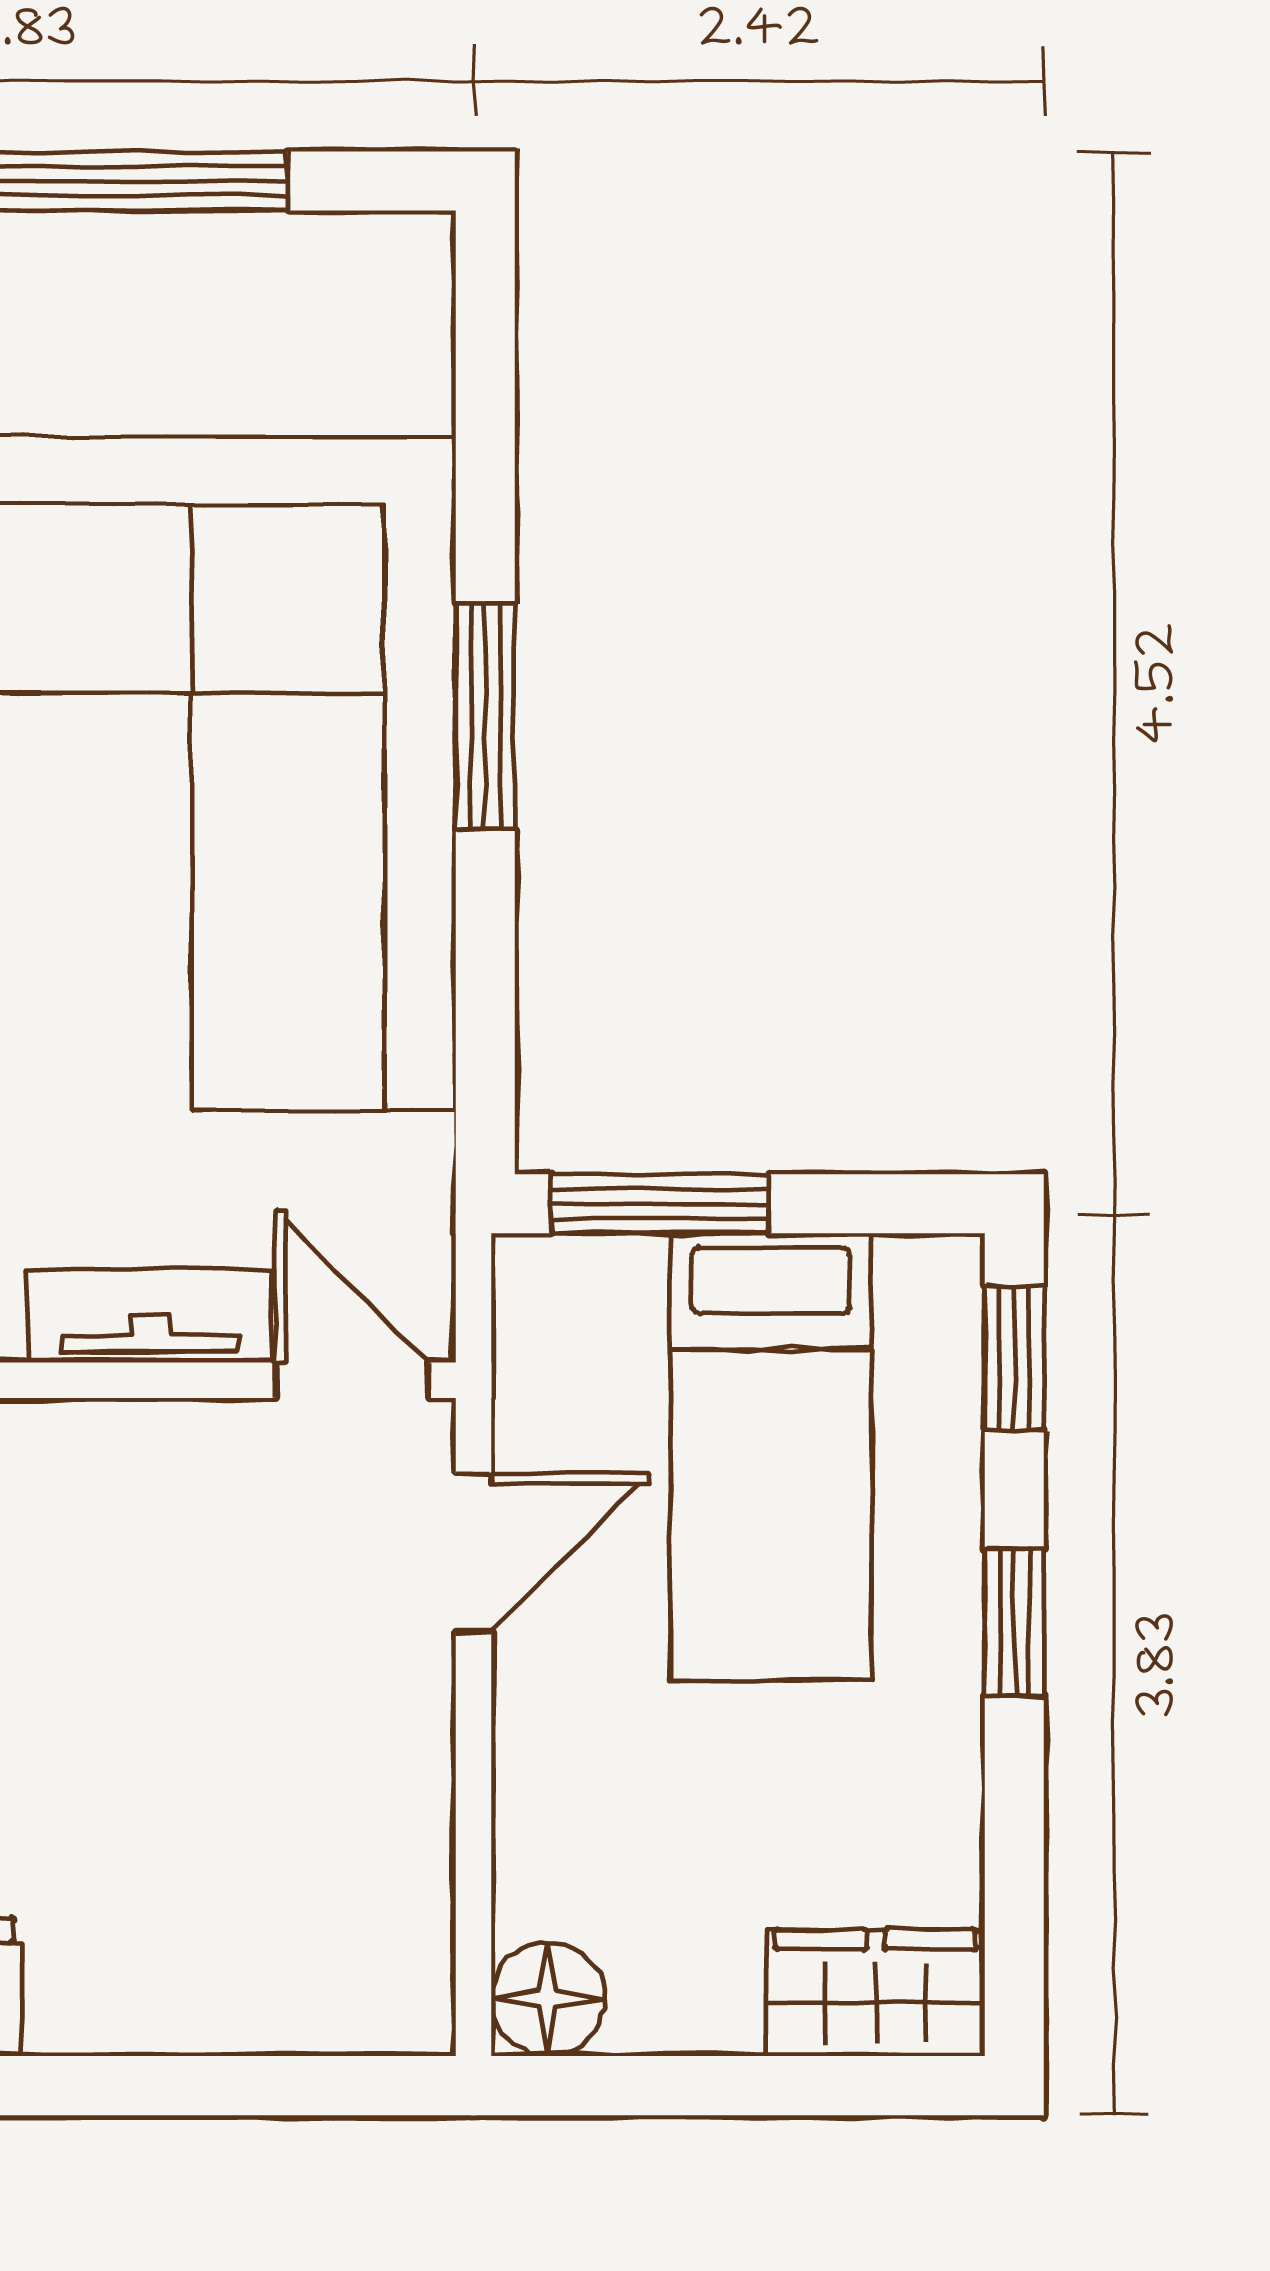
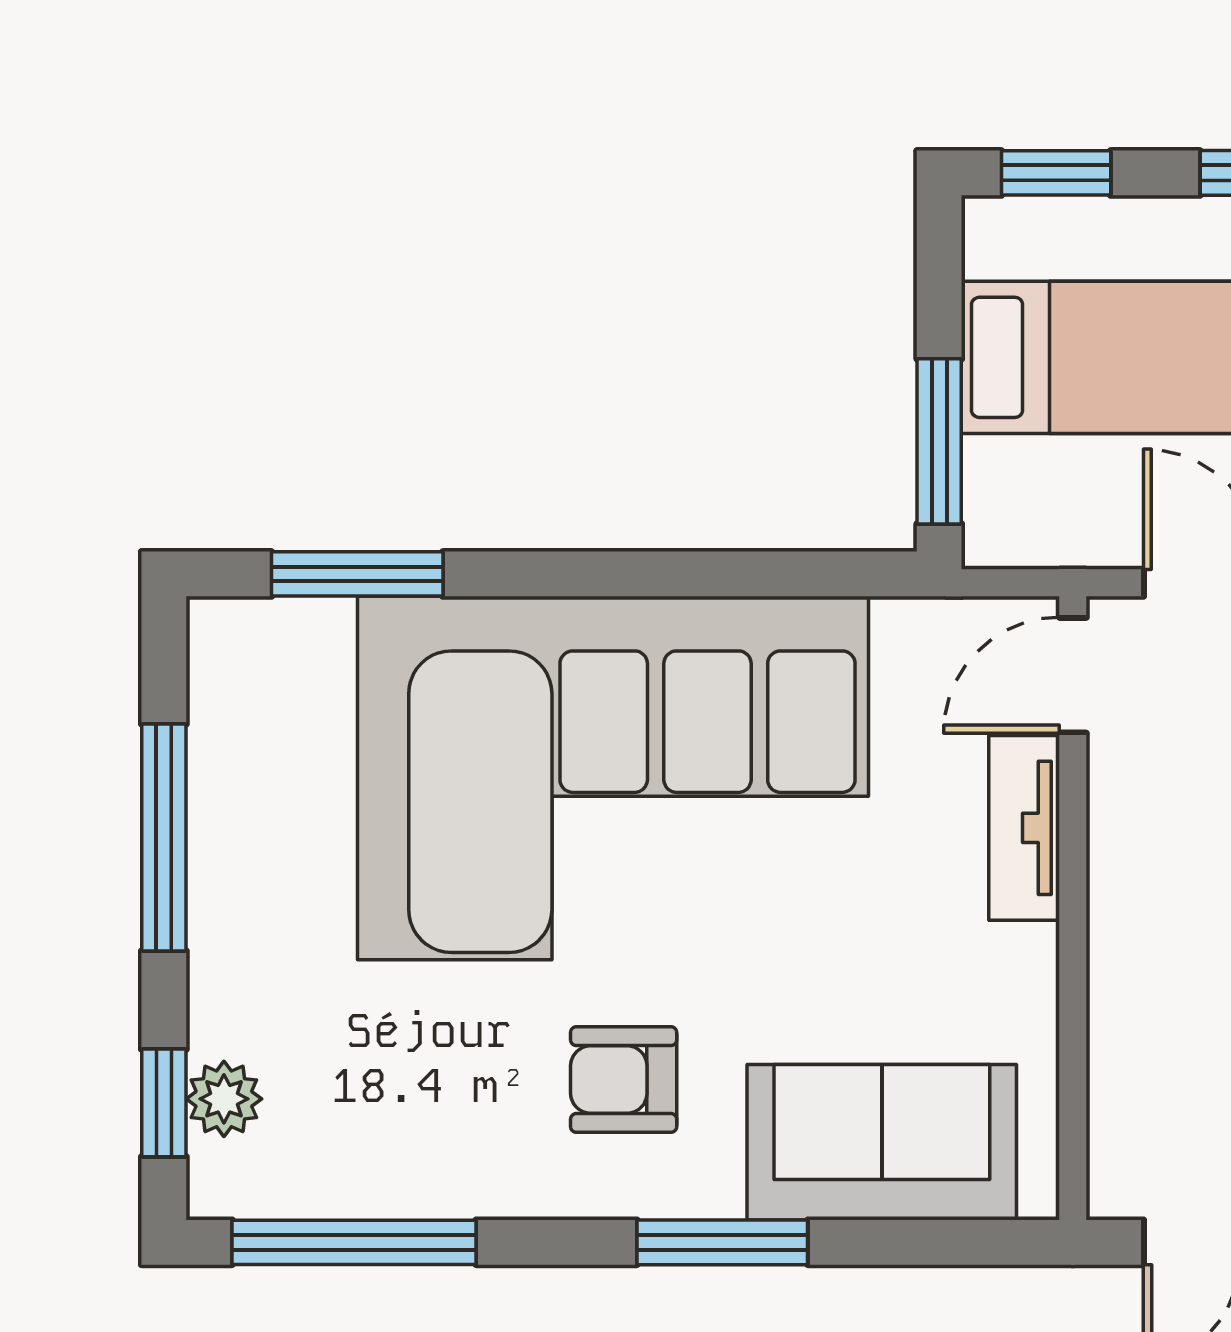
window: (485, 716) -> (357, 574), moved

